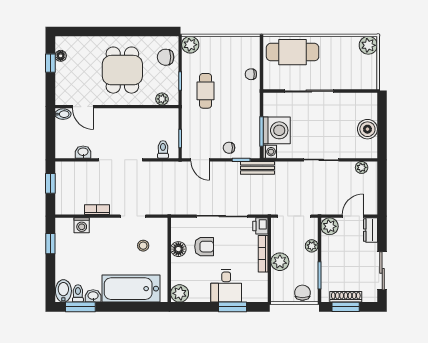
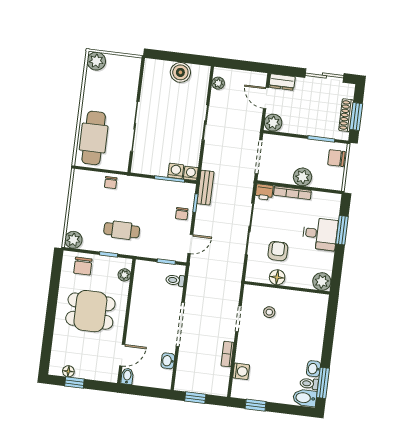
washing machine: (277, 130) -> (176, 171), width x0.53, depth x0.53
plant: (312, 246) -> (291, 143), removed
bathtub: (131, 289) -> (311, 330), removed

